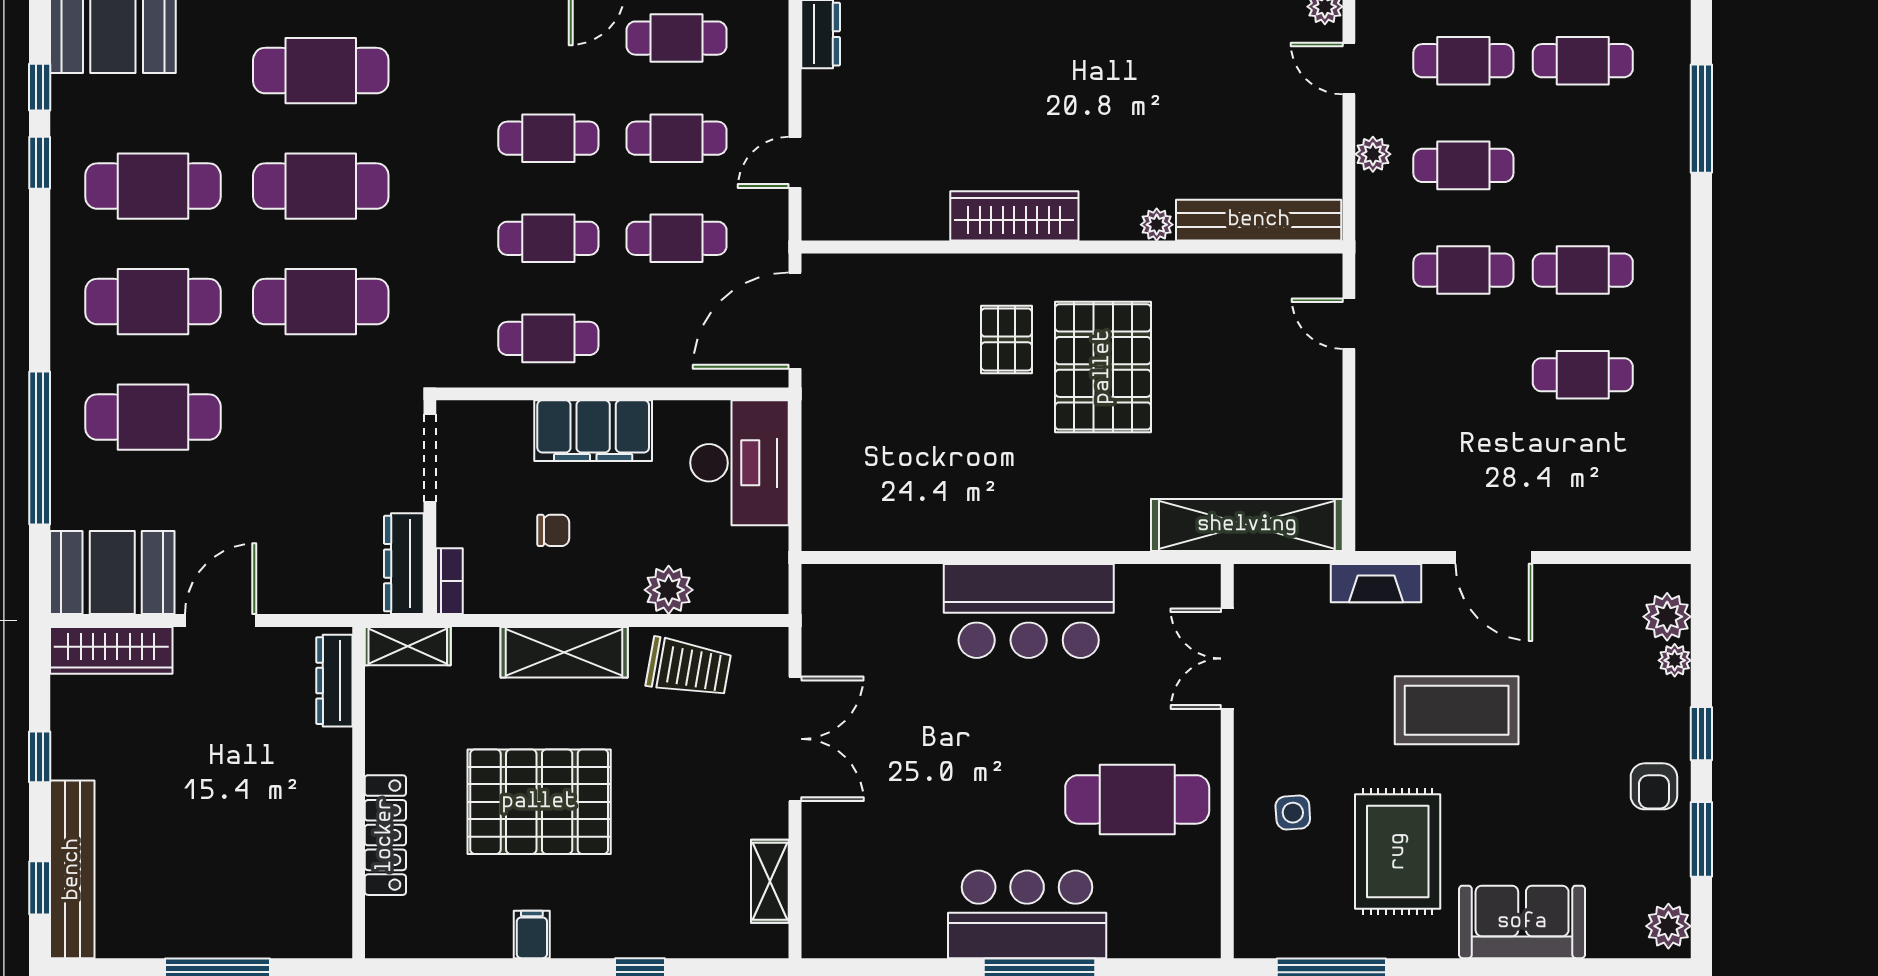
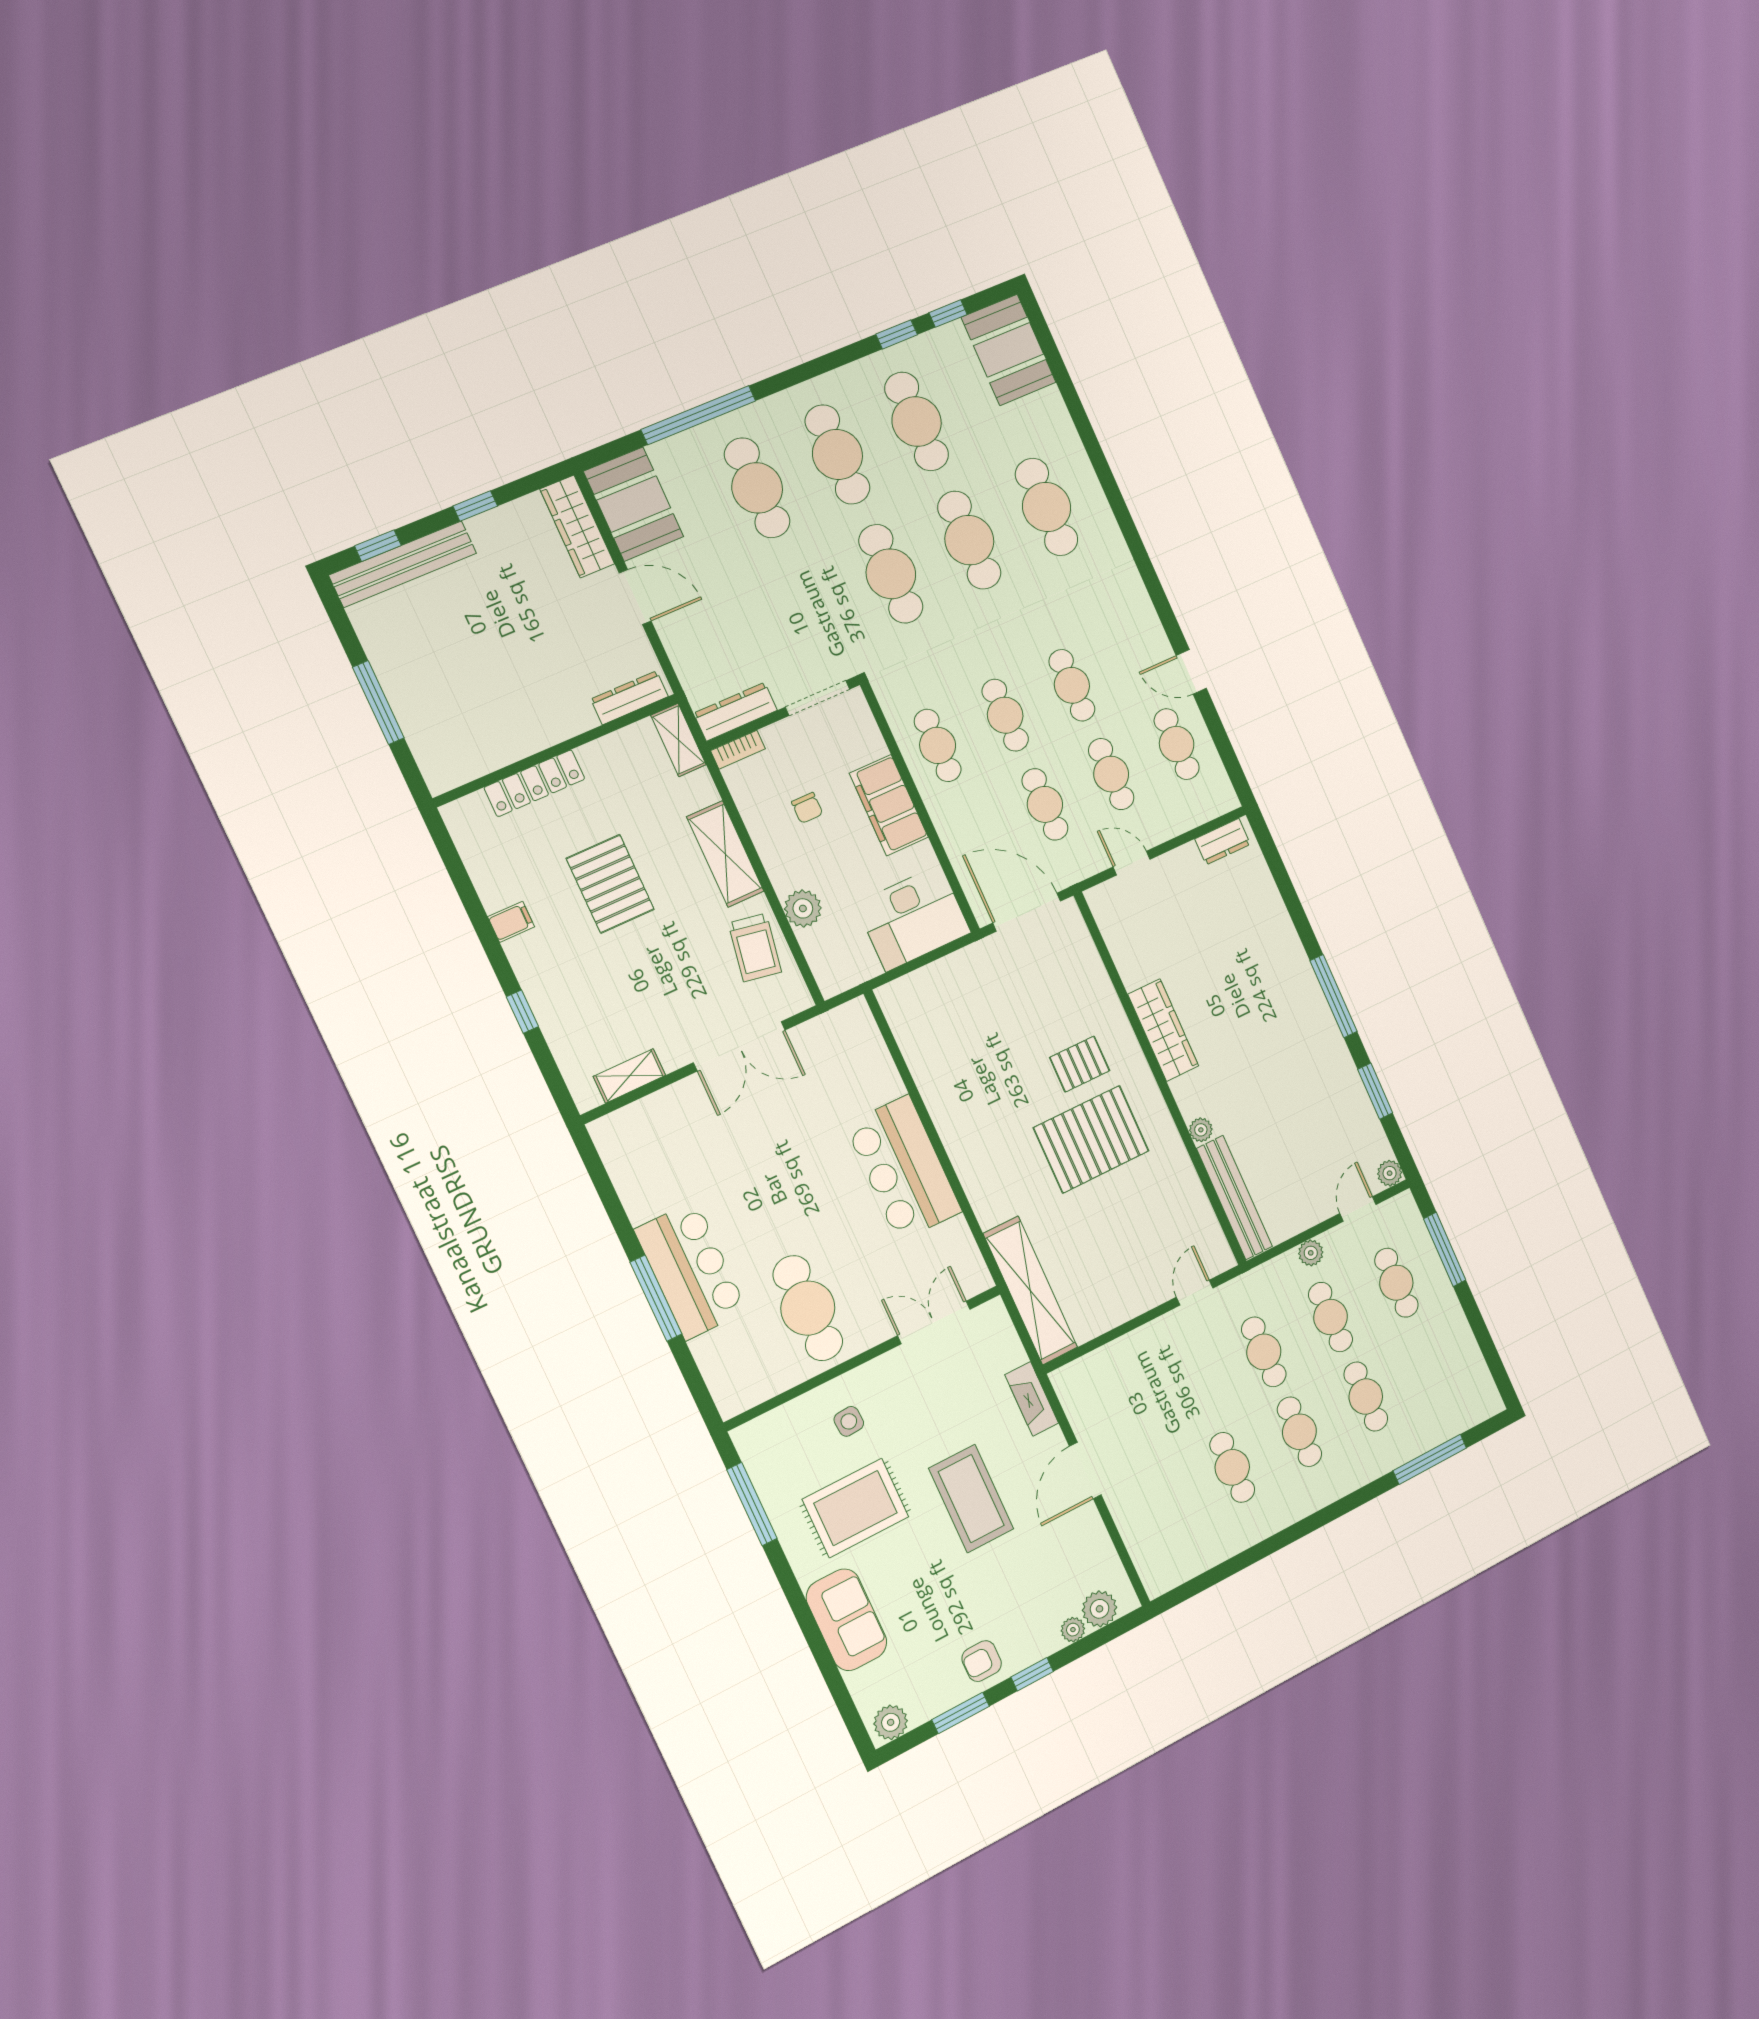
cafe table: (1583, 61) -> (1366, 1397), moved
pallet: (539, 802) -> (610, 884), width x0.73, depth x0.71

